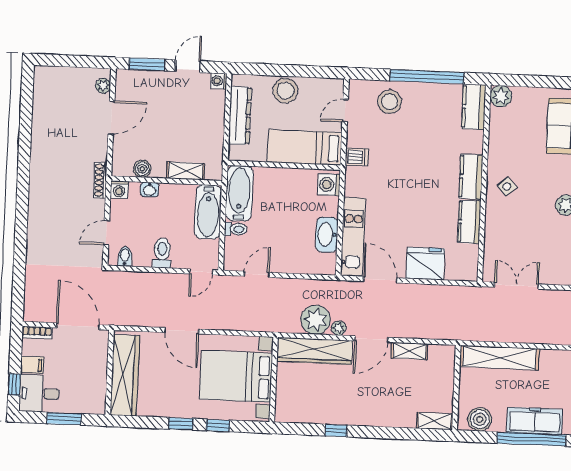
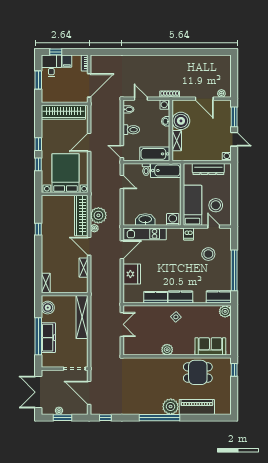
stool: (285, 91) -> (216, 205), moved
stool: (390, 102) -> (208, 254), moved
boiler: (142, 169) -> (181, 121), width x1.86, depth x1.86

